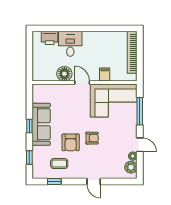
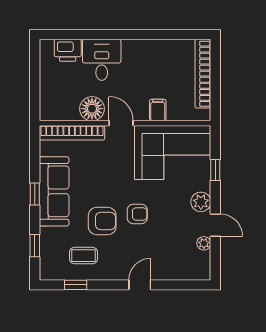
bookcase: (52, 88) -> (72, 133), added
window: (140, 111) -> (215, 170), width x0.46
armchair: (71, 142) -> (102, 221), turned -90
plant: (131, 167) -> (201, 202), moved
door: (94, 181) -> (140, 285), swing flipped

